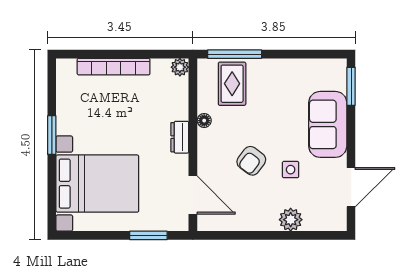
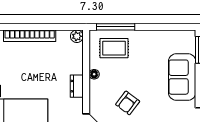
rug: (232, 84) -> (114, 48), turned 90
side table: (291, 170) -> (156, 109), removed

